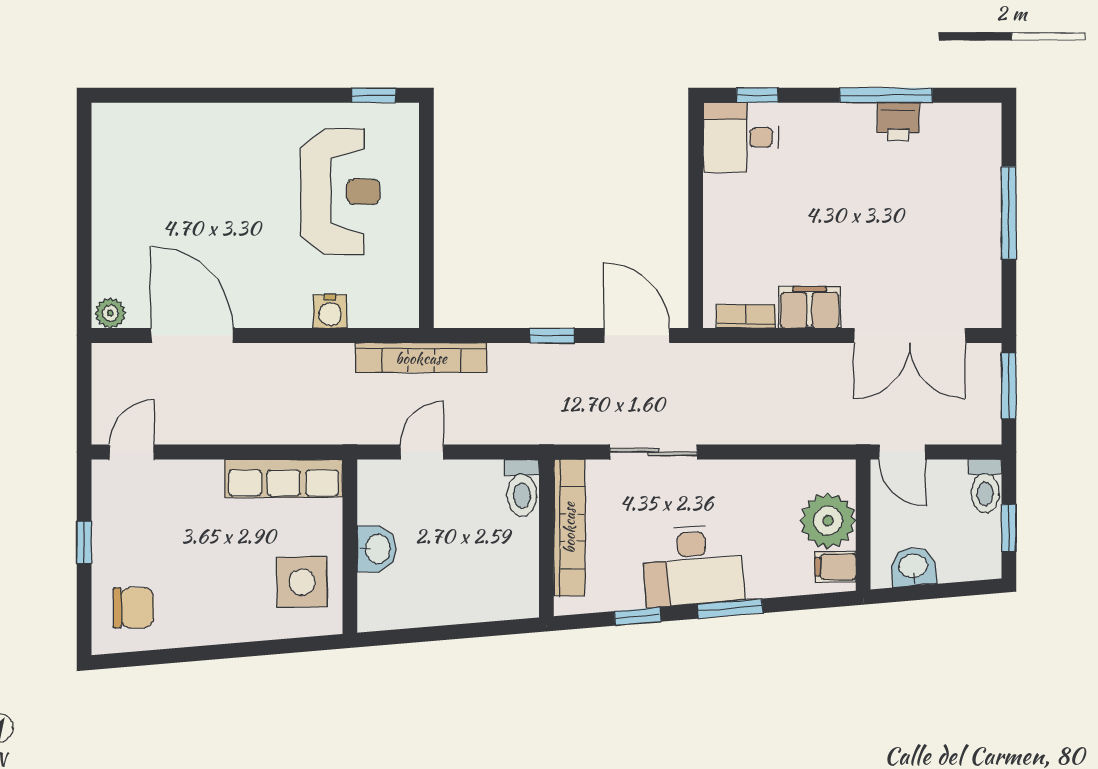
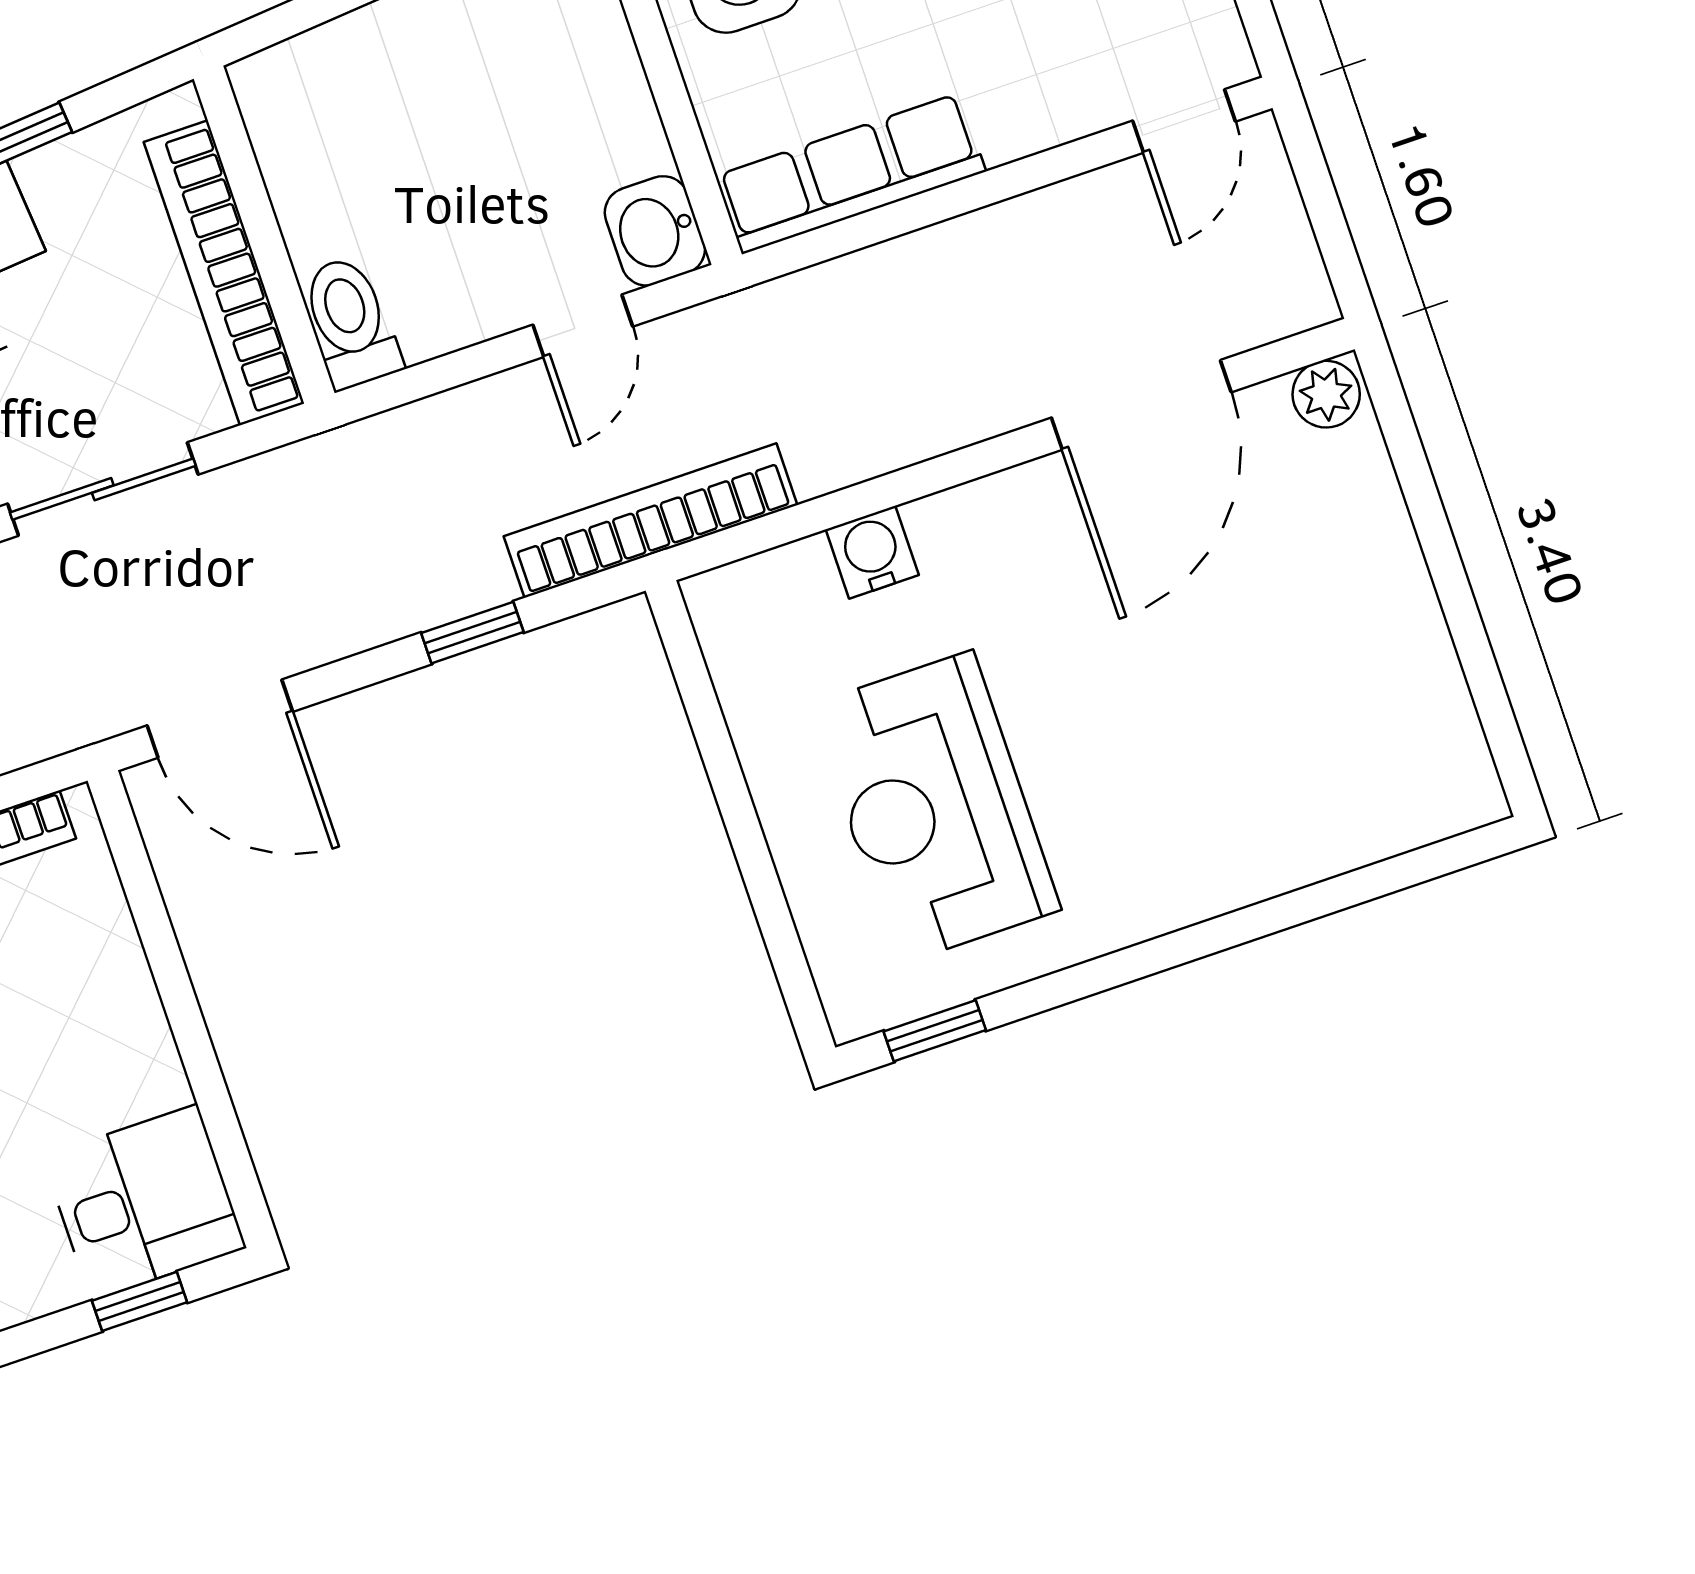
door: (192, 335) -> (1141, 405), hinge flipped
window: (552, 335) -> (472, 633), moved
washbasin: (377, 549) -> (655, 231), moved

